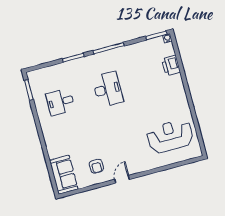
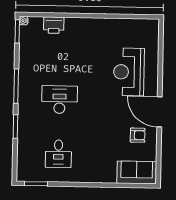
reception desk: (170, 136) -> (129, 72), moved
door: (122, 179) -> (159, 112), width x1.88

